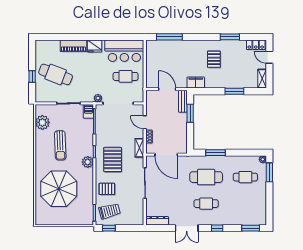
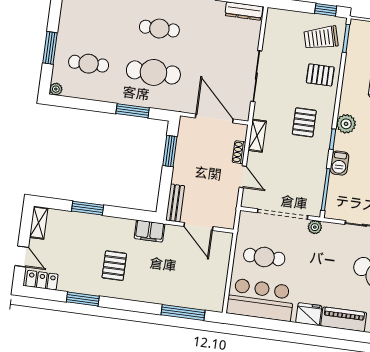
barbecue: (88, 111) -> (339, 163), moved
window: (190, 113) -> (170, 151), moved
pallet: (113, 160) -> (304, 122), width x0.67, depth x0.71
window: (269, 172) -> (50, 48), moved

